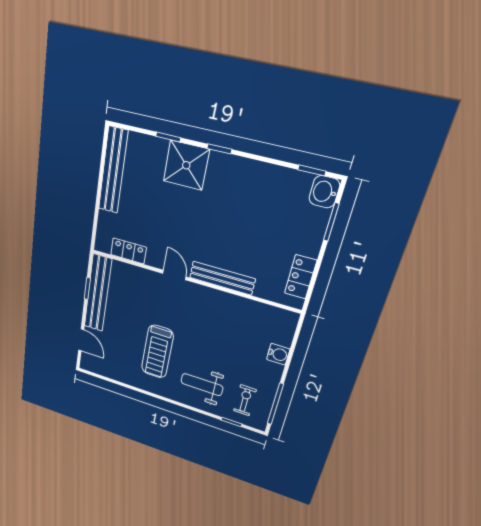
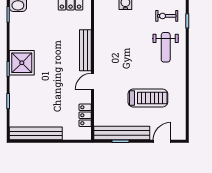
shower: (186, 165) -> (22, 63), moved
treadmill: (157, 352) -> (148, 98), moved

